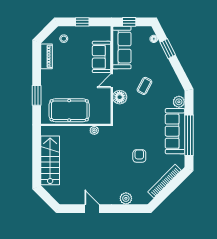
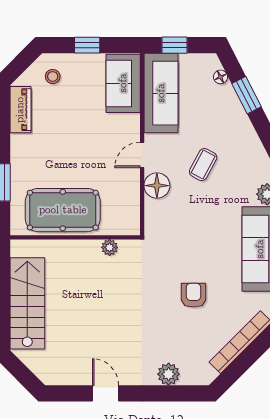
sofa: (102, 57) -> (123, 83), moved

